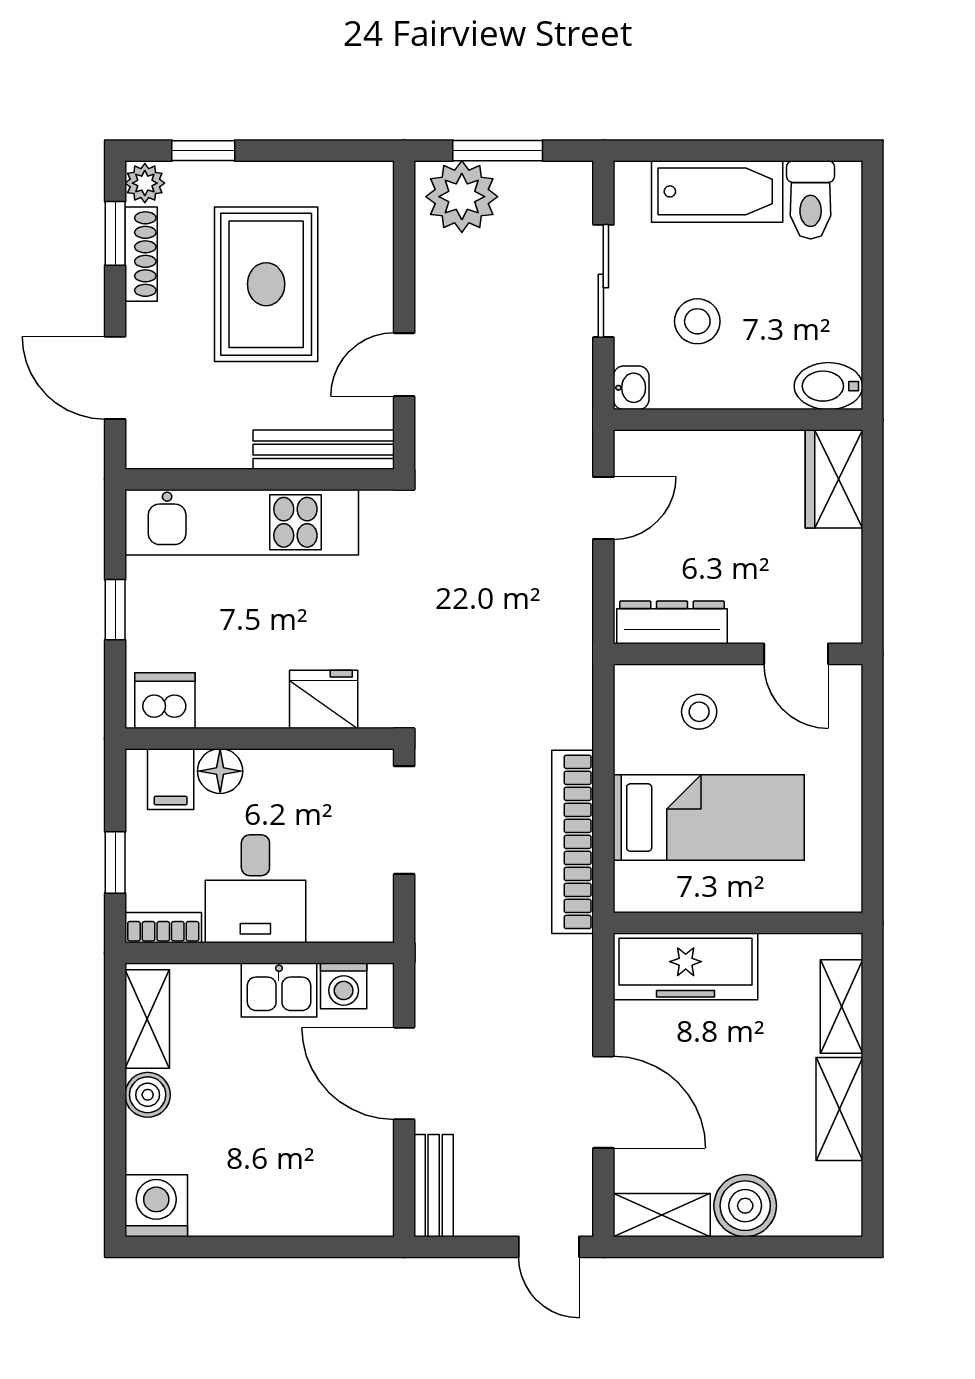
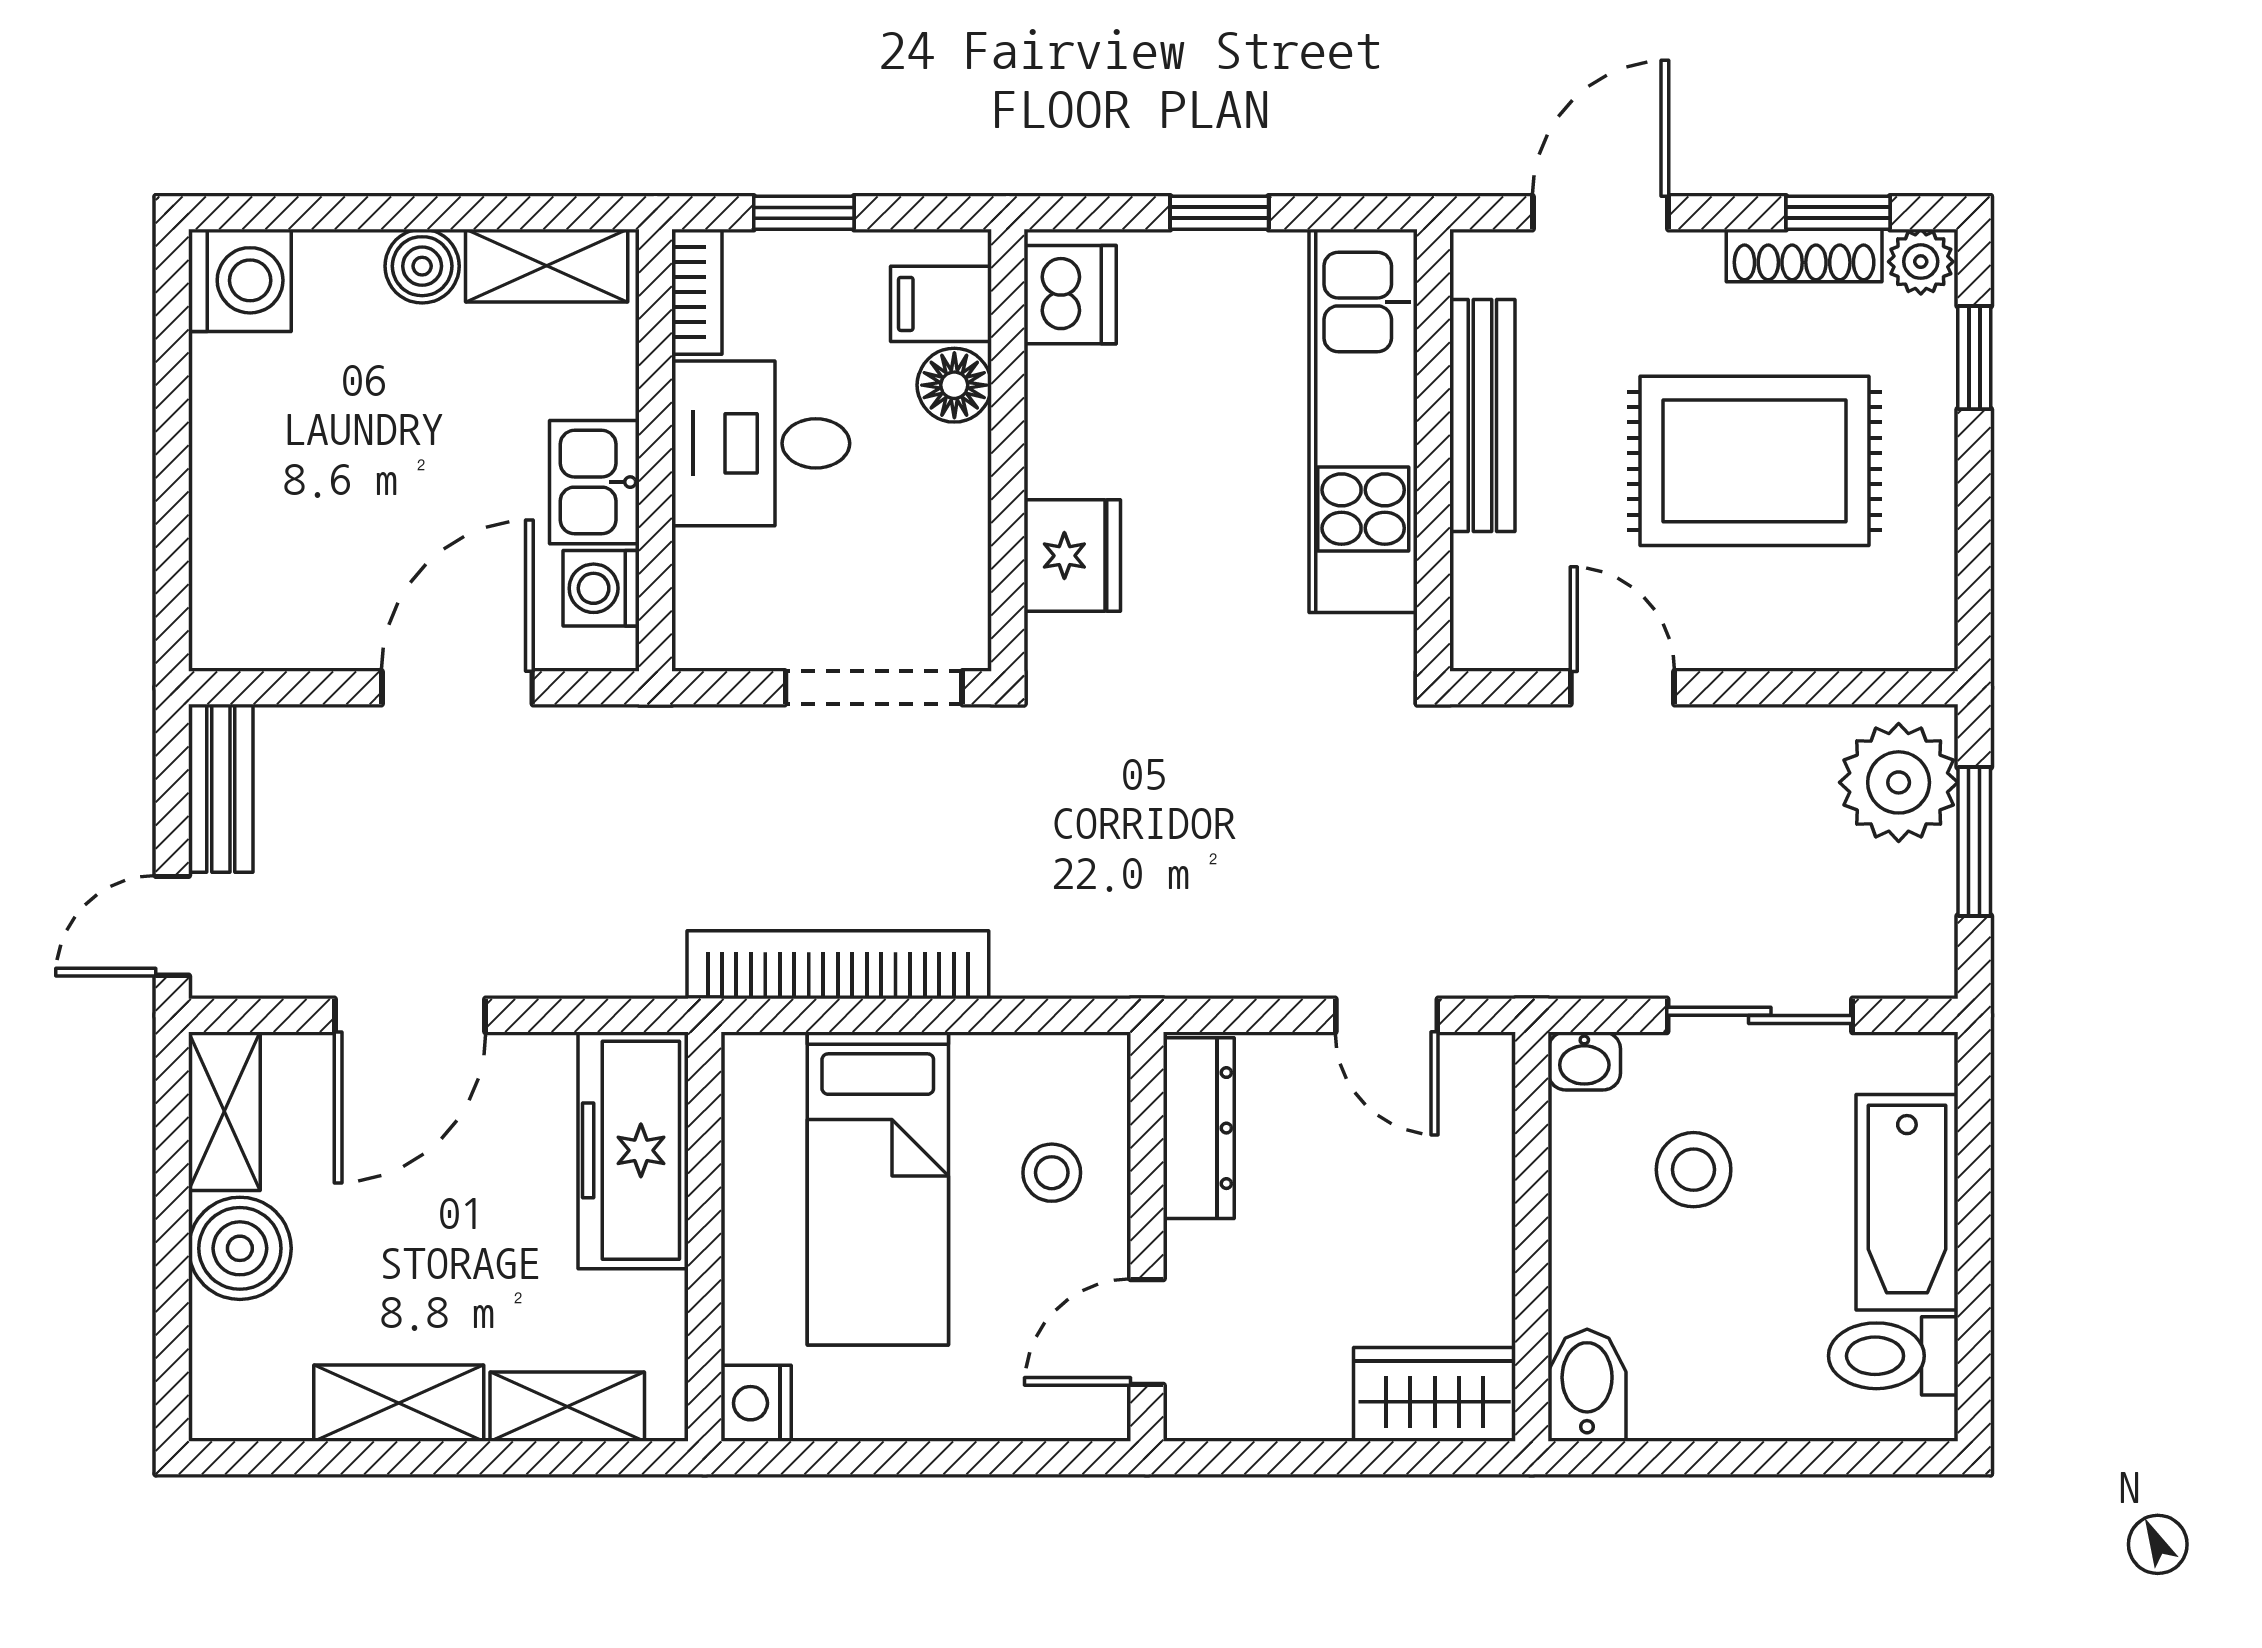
bench: (324, 450) -> (1482, 416), moved
nightstand: (839, 892) -> (756, 1403), added
bench: (434, 1186) -> (221, 788), moved, turned 90

